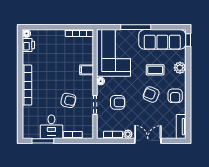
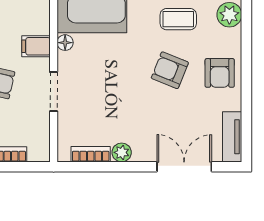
filing cabinet: (87, 70) -> (36, 46), moved
armchair: (118, 102) -> (100, 87), removed
double door: (148, 141) -> (184, 167), moved

